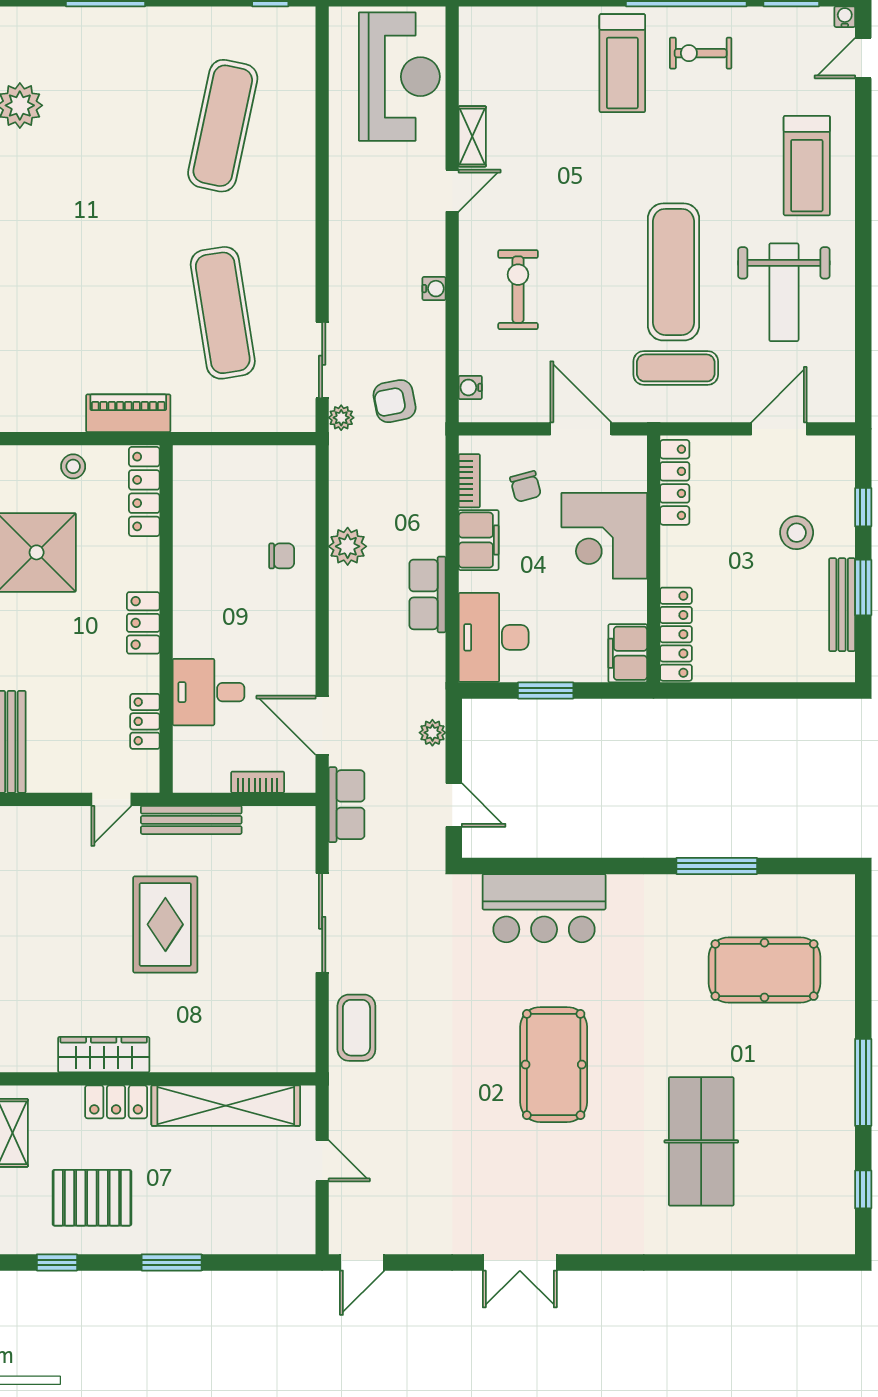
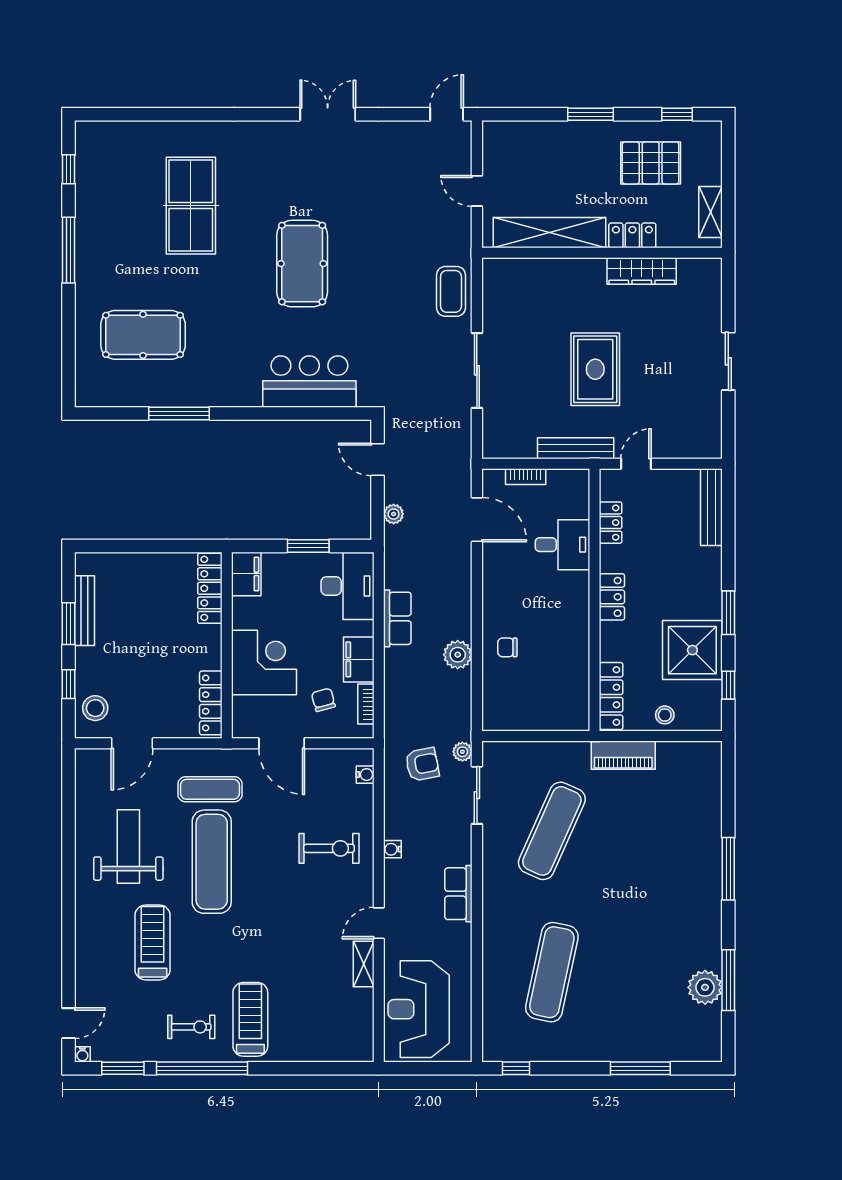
treadmill: (807, 166) -> (153, 942), moved
exercise bike: (518, 290) -> (329, 848), turned -90
exercise mat: (223, 313) -> (552, 831), turned 33
stool: (797, 533) -> (95, 708), moved
row of seats: (347, 805) -> (458, 894), moved

